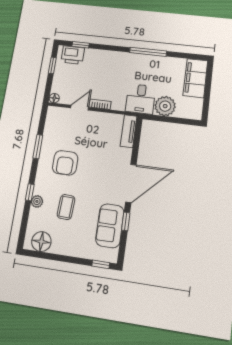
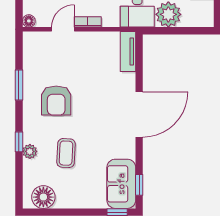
window: (126, 221) -> (139, 185), moved
sofa: (110, 226) -> (121, 184), moved

